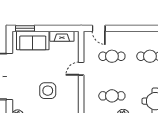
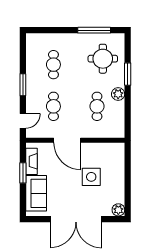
window: (25, 28) -> (23, 173), moved
window: (132, 28) -> (23, 85), added
door: (81, 69) -> (67, 140), width x1.88

